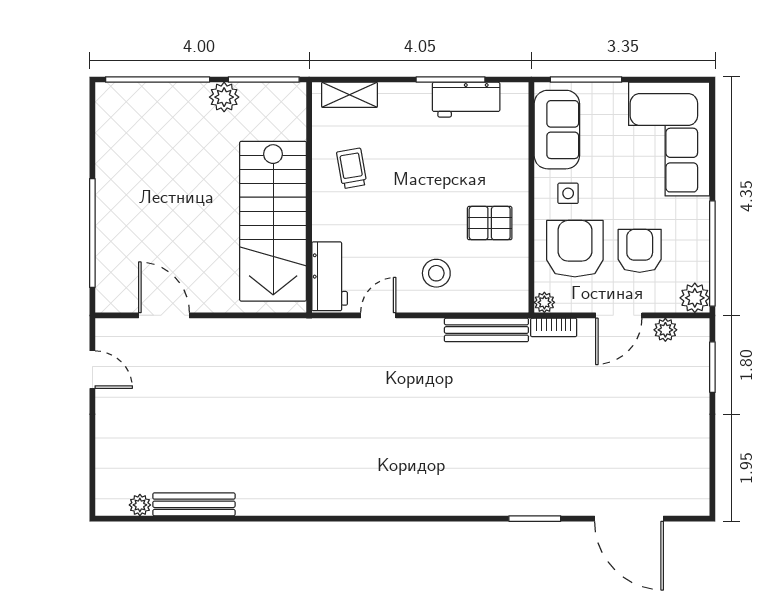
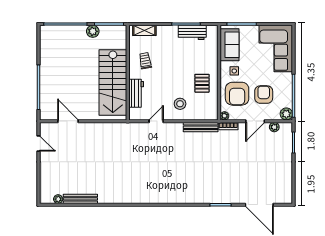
pallet: (490, 223) -> (202, 83), turned 90
armchair: (575, 249) -> (237, 94), turned 180
workbench: (330, 276) -> (136, 93), moved

